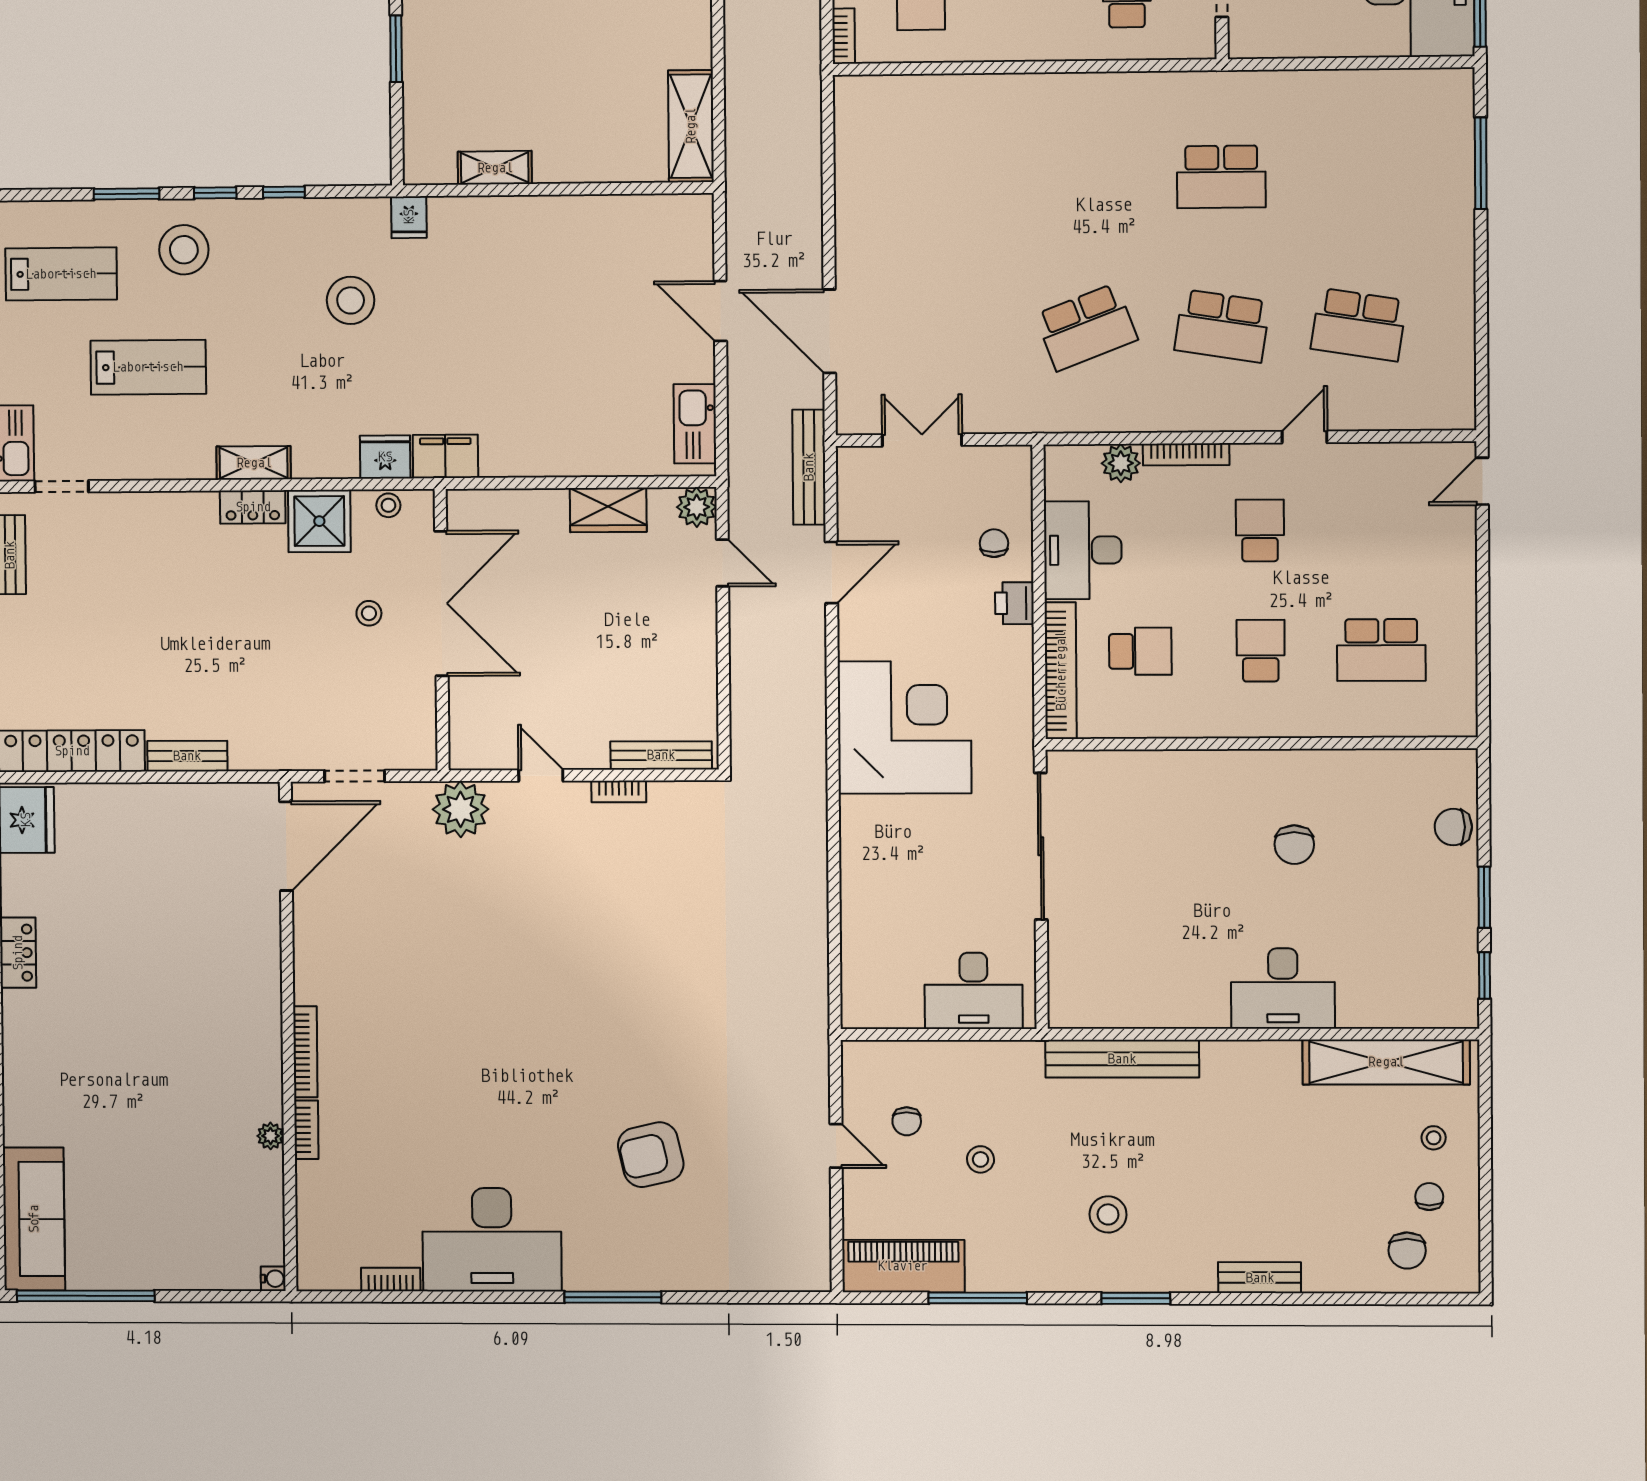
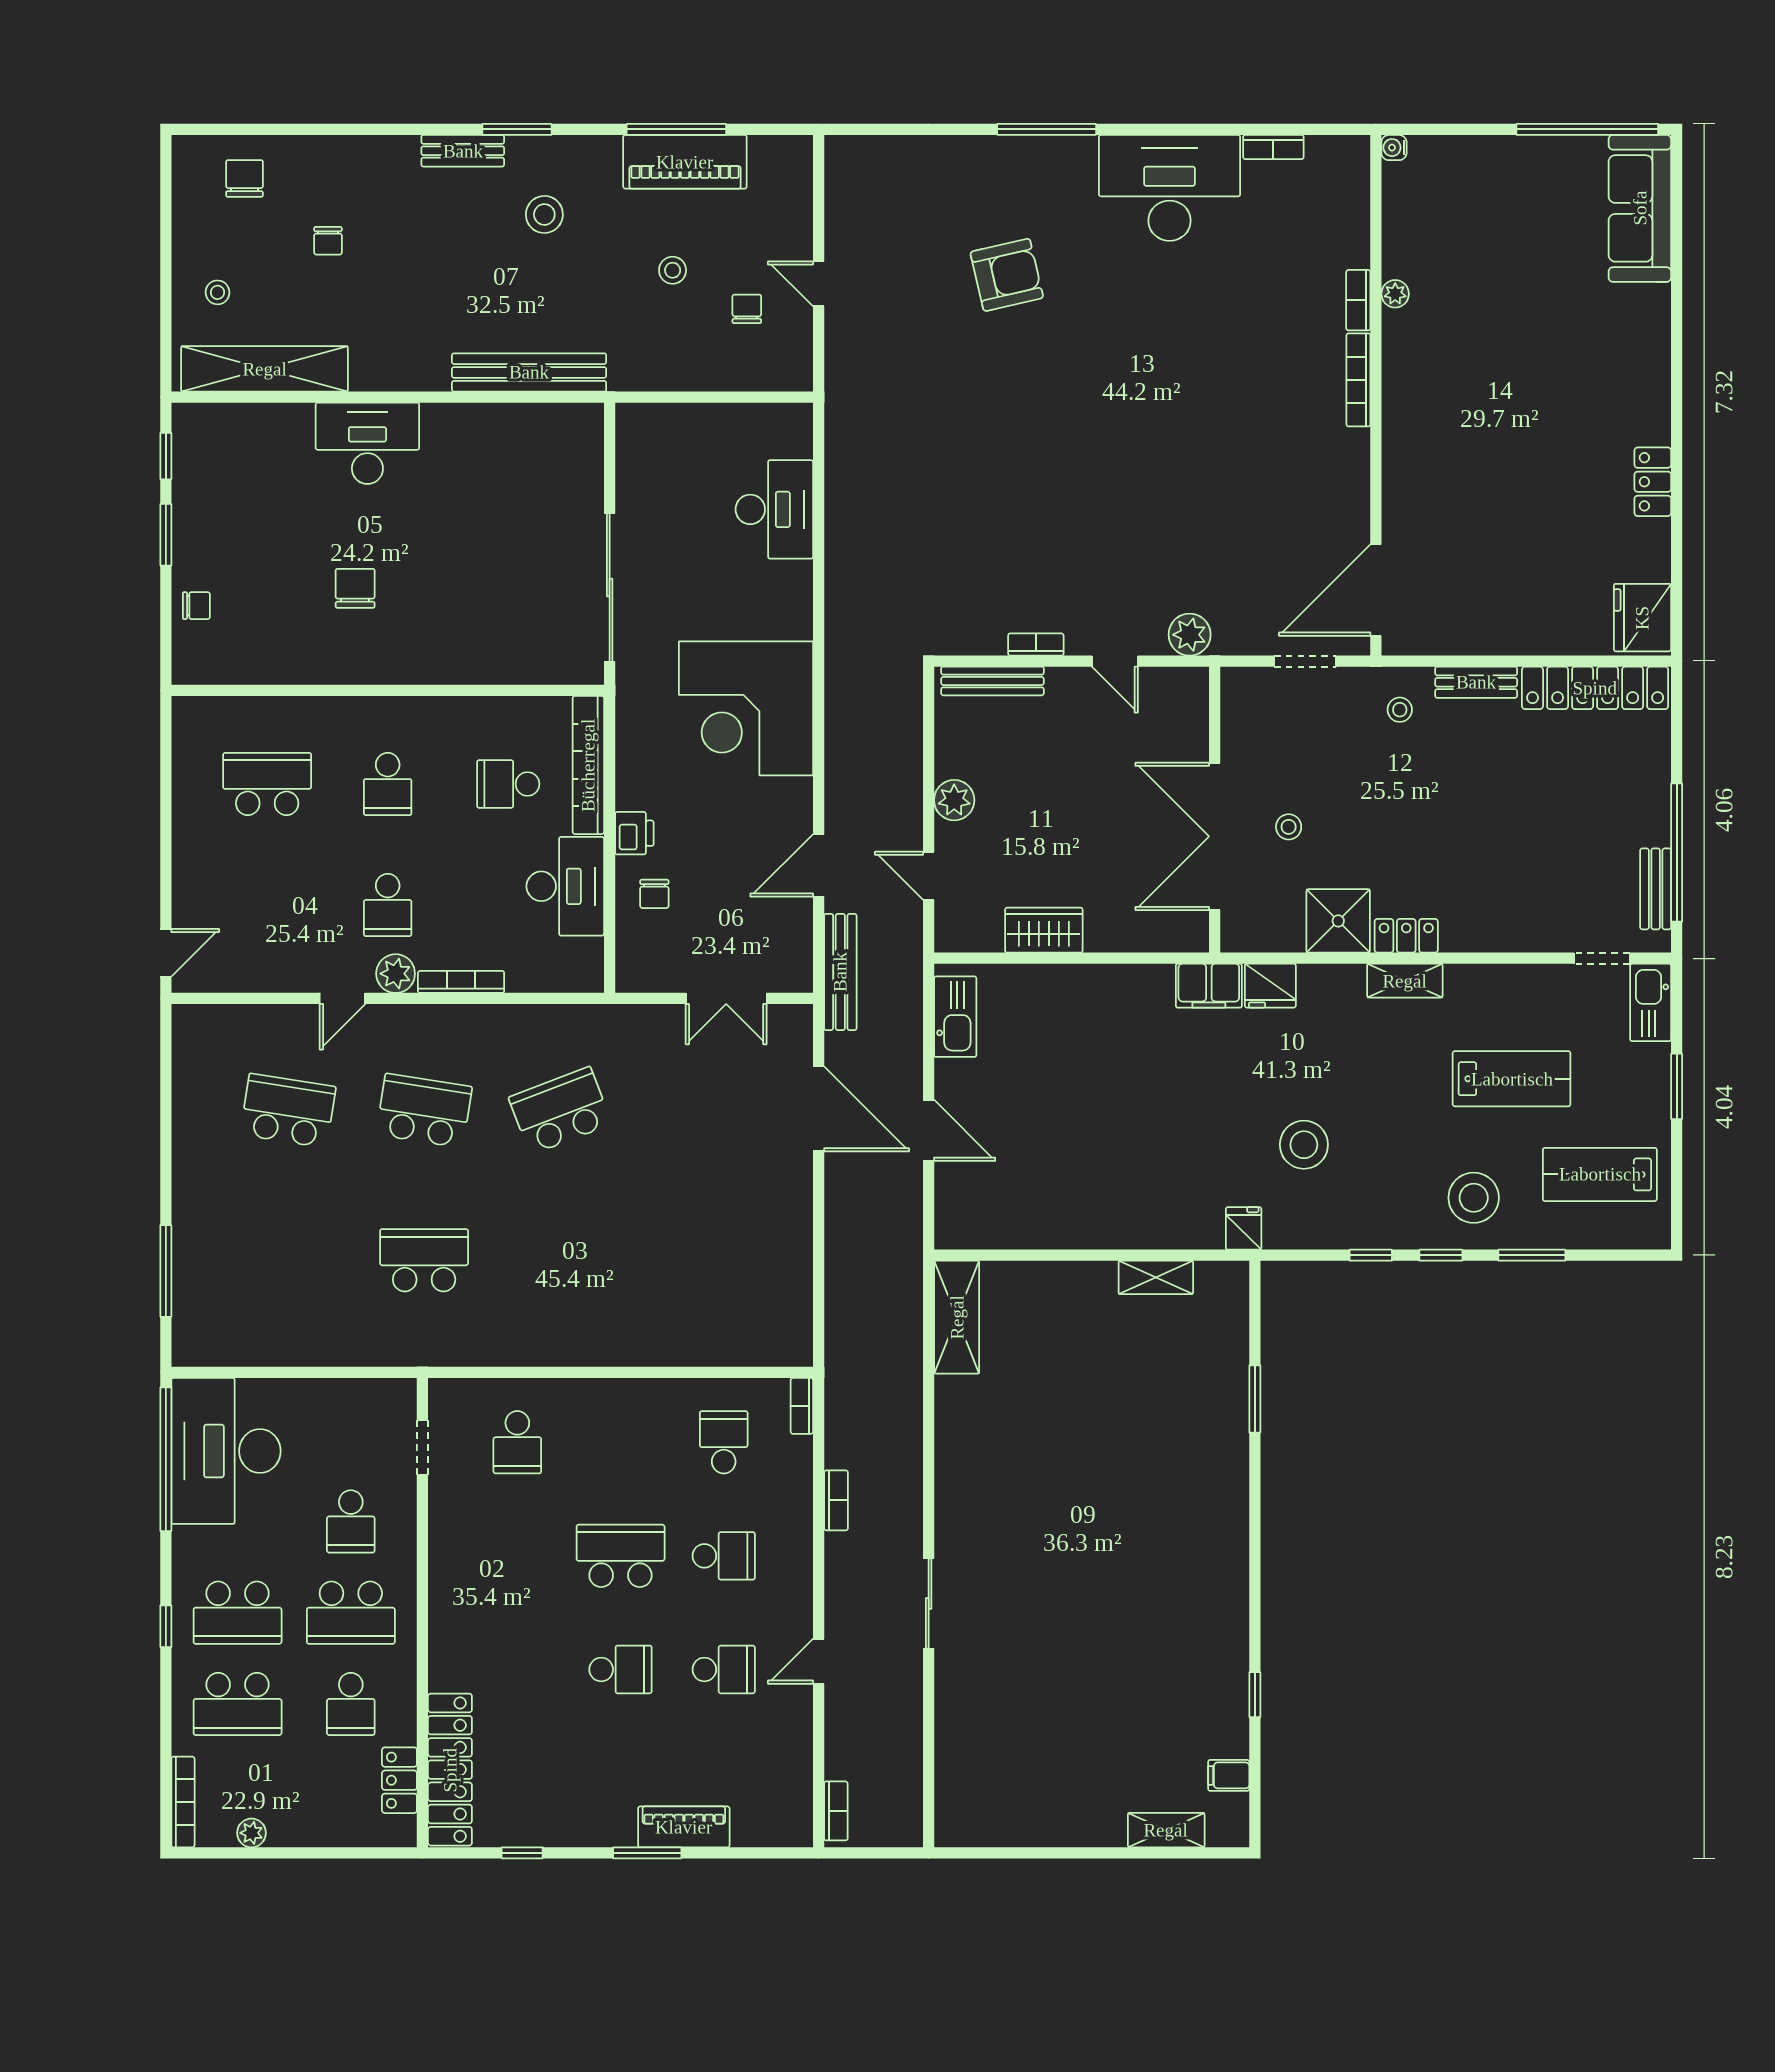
lab bench: (148, 367) -> (1512, 1079), turned 180
plant: (1121, 463) -> (396, 974), moved
stool: (388, 505) -> (1400, 710), moved
plant: (697, 507) -> (954, 800), moved
plant: (460, 809) -> (1190, 635), width x0.73, depth x0.73
chair: (1453, 827) -> (196, 606), width x0.73, depth x0.73
desk: (974, 991) -> (774, 509), moved, turned 90
chair: (1429, 1197) -> (328, 241), moved
piano: (903, 1266) -> (685, 162), moved
bench: (1260, 1278) -> (463, 151), moved

